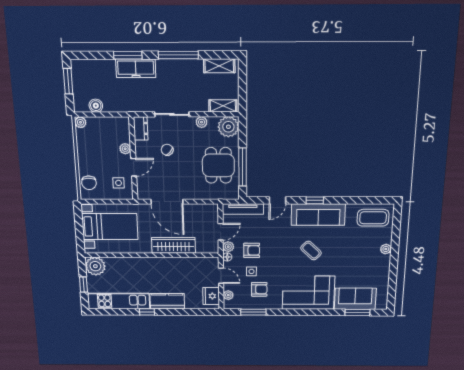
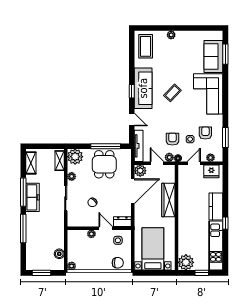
window: (128, 55) -> (23, 228), width x1.44
freezer: (136, 68) -> (32, 197), moved
dresser: (141, 128) -> (122, 222), moved
dining table: (218, 165) -> (104, 164), turned 90
door: (167, 202) -> (133, 191), moved
plant: (211, 211) -> (140, 171), added

